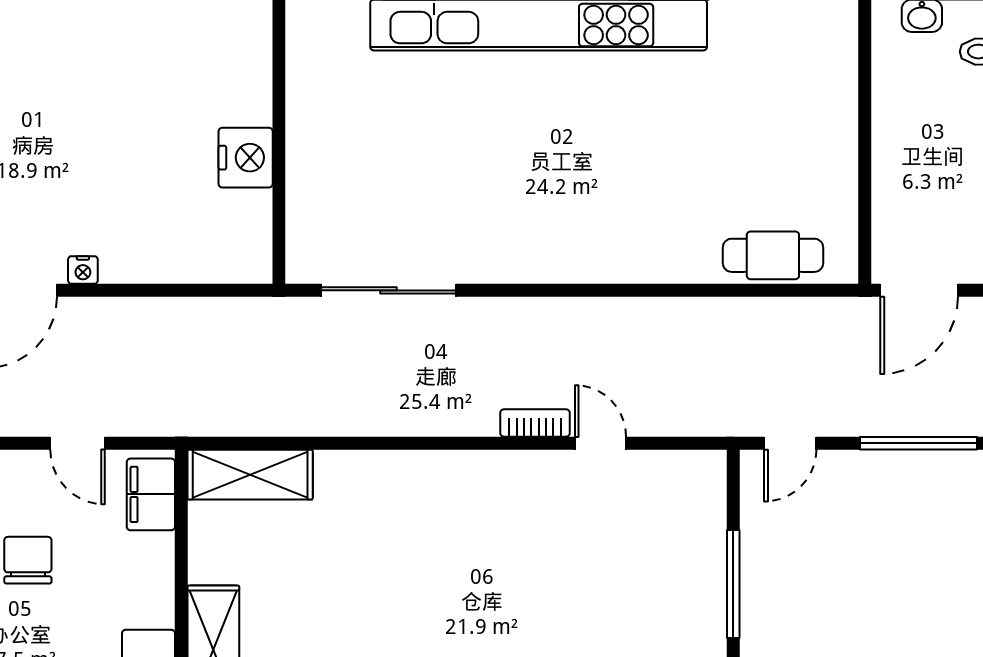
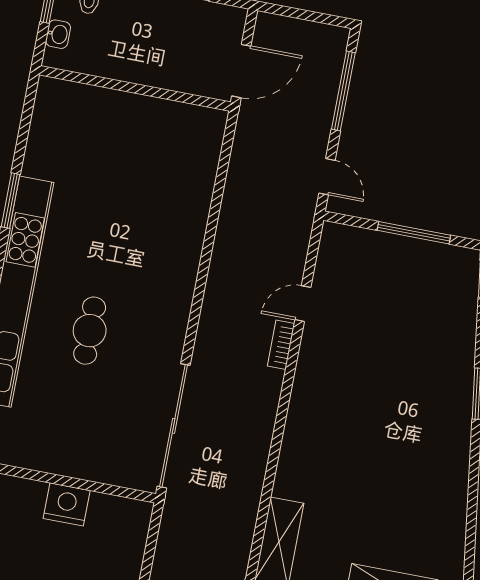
cafe table: (773, 255) -> (90, 331), moved
sliding door: (388, 290) -> (174, 426), width x1.36
door: (919, 290) -> (241, 71), hinge flipped

